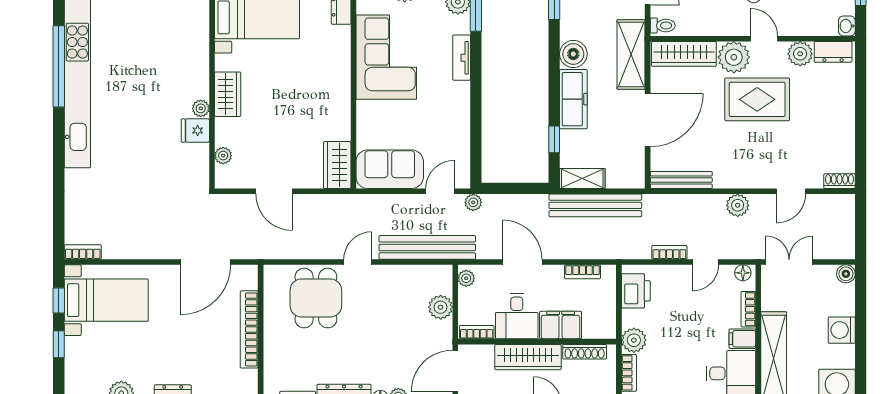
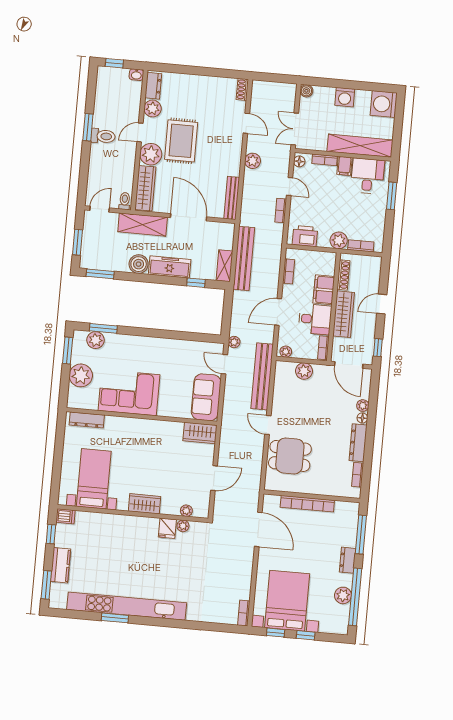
tv unit: (462, 58) -> (134, 341), removed
window: (59, 66) -> (115, 618), width x0.47
plant: (201, 108) -> (183, 526), moved
bed with nightstands: (106, 300) -> (287, 601), width x1.36

